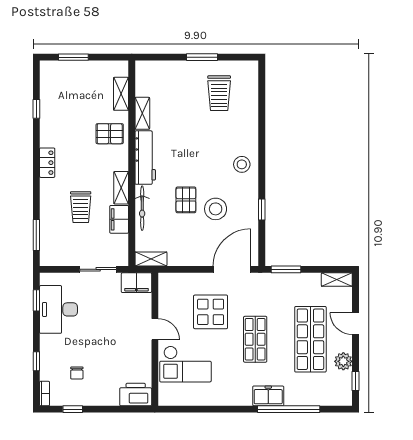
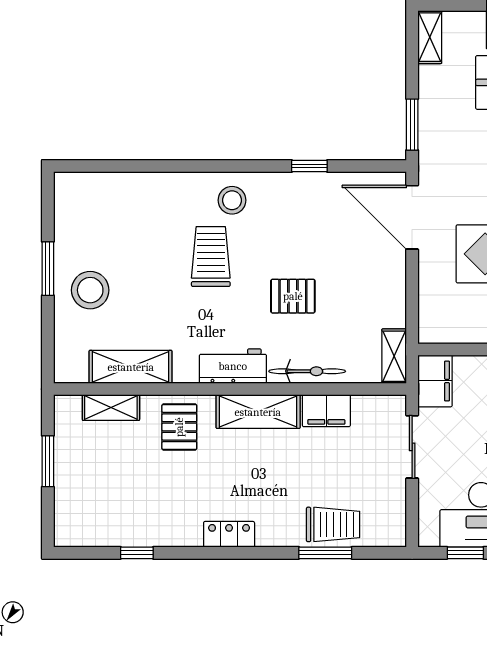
window: (73, 57) -> (48, 461), moved
trolley: (219, 93) -> (211, 257), moved, turned -90
shelving: (142, 113) -> (131, 367), width x1.50, depth x1.33
workbench: (145, 158) -> (233, 366), width x0.73
shelving: (121, 188) -> (258, 412), width x1.50, depth x1.33
trolley: (81, 207) -> (333, 524), moved
stool: (216, 209) -> (90, 290), moved
window: (36, 235) -> (325, 553), moved

